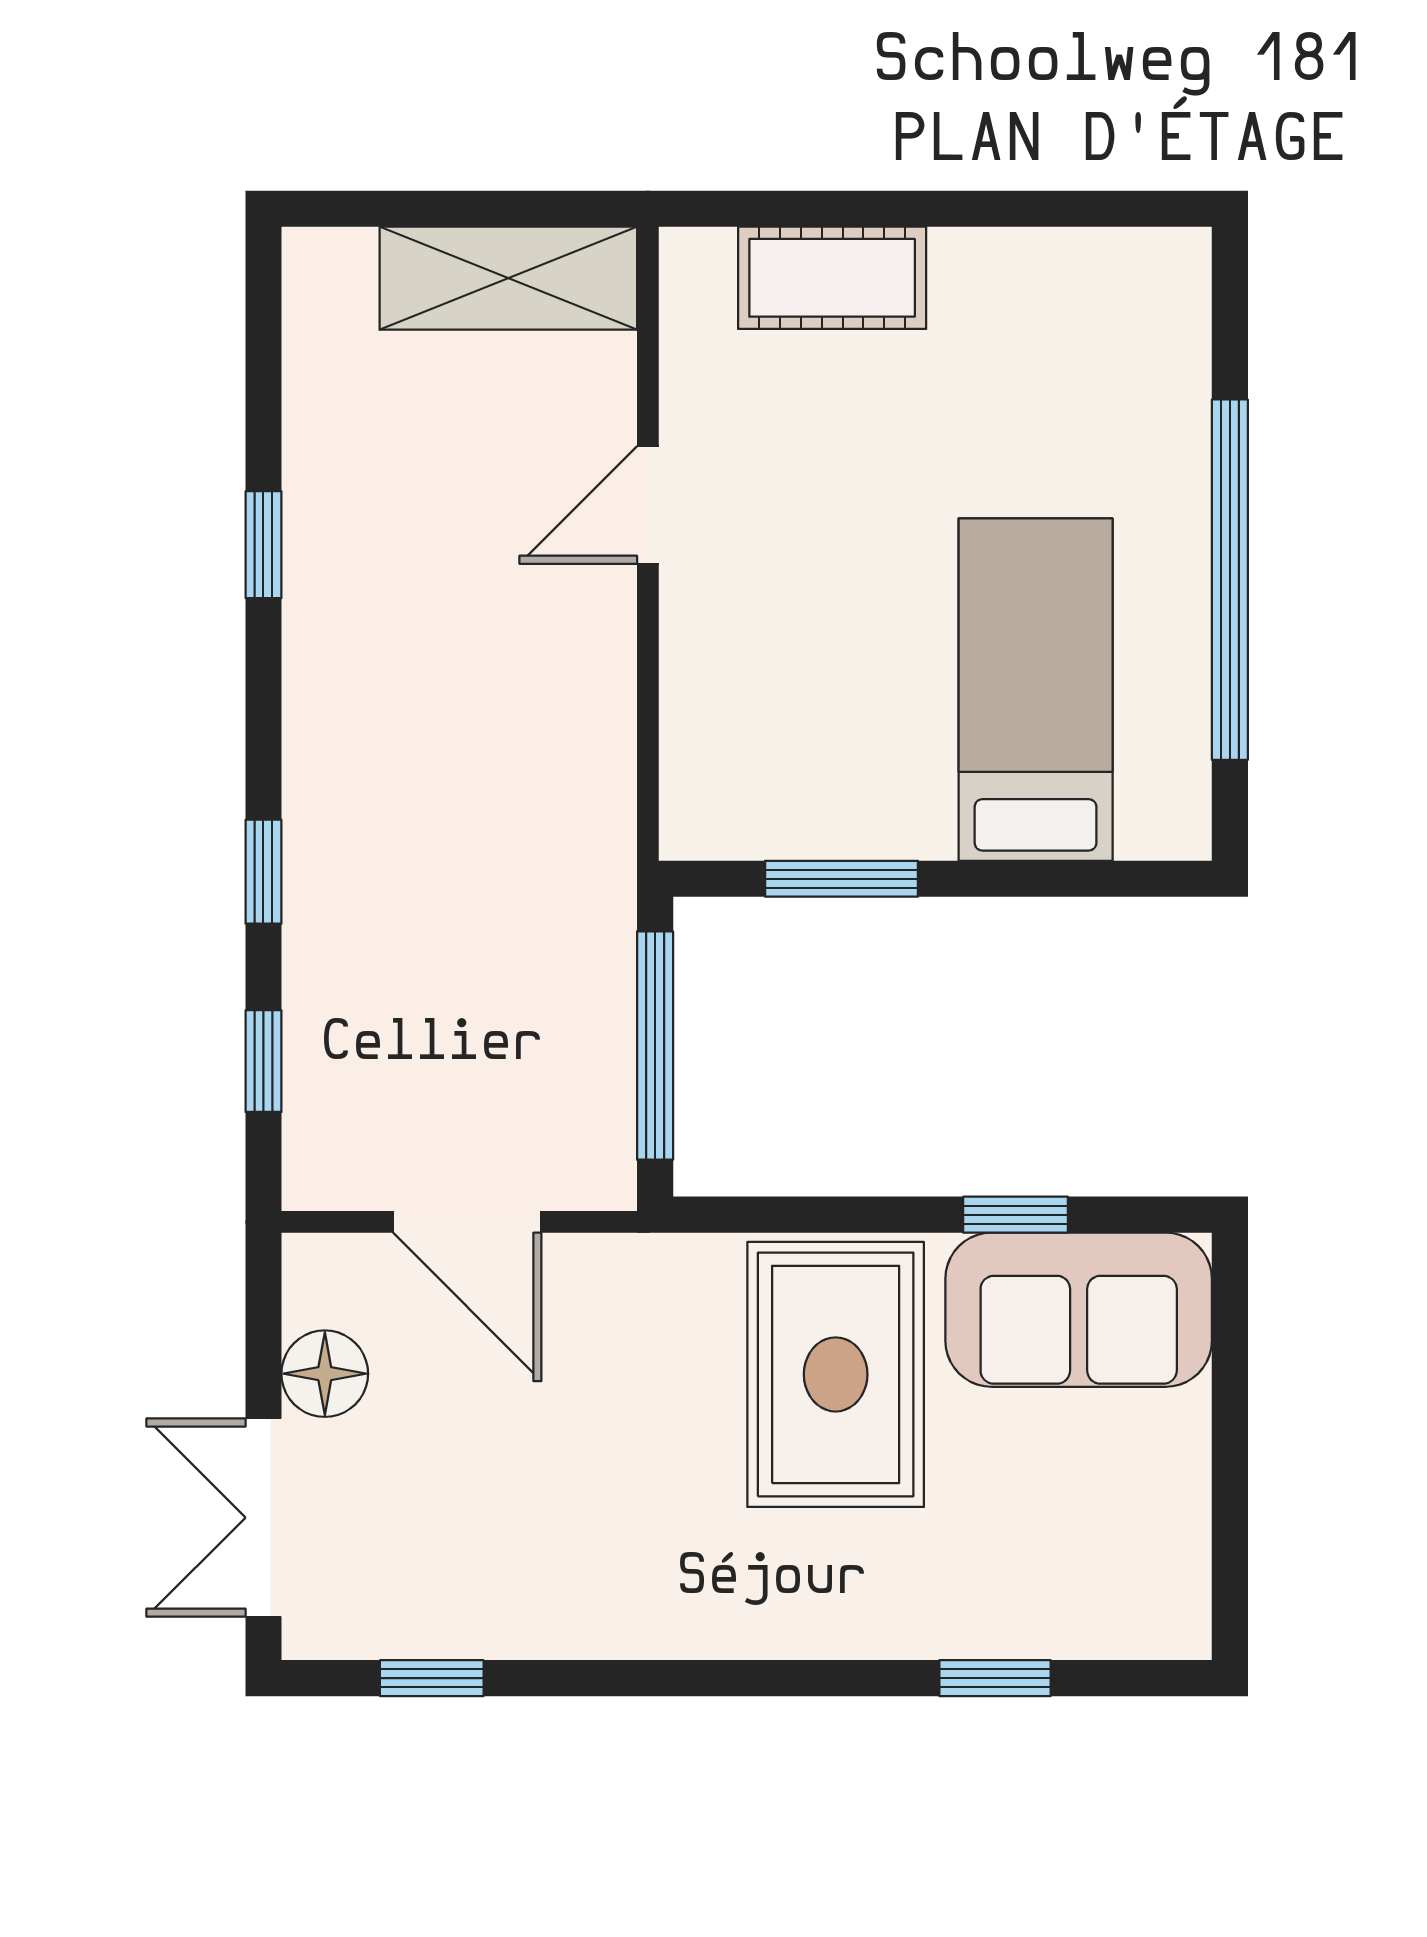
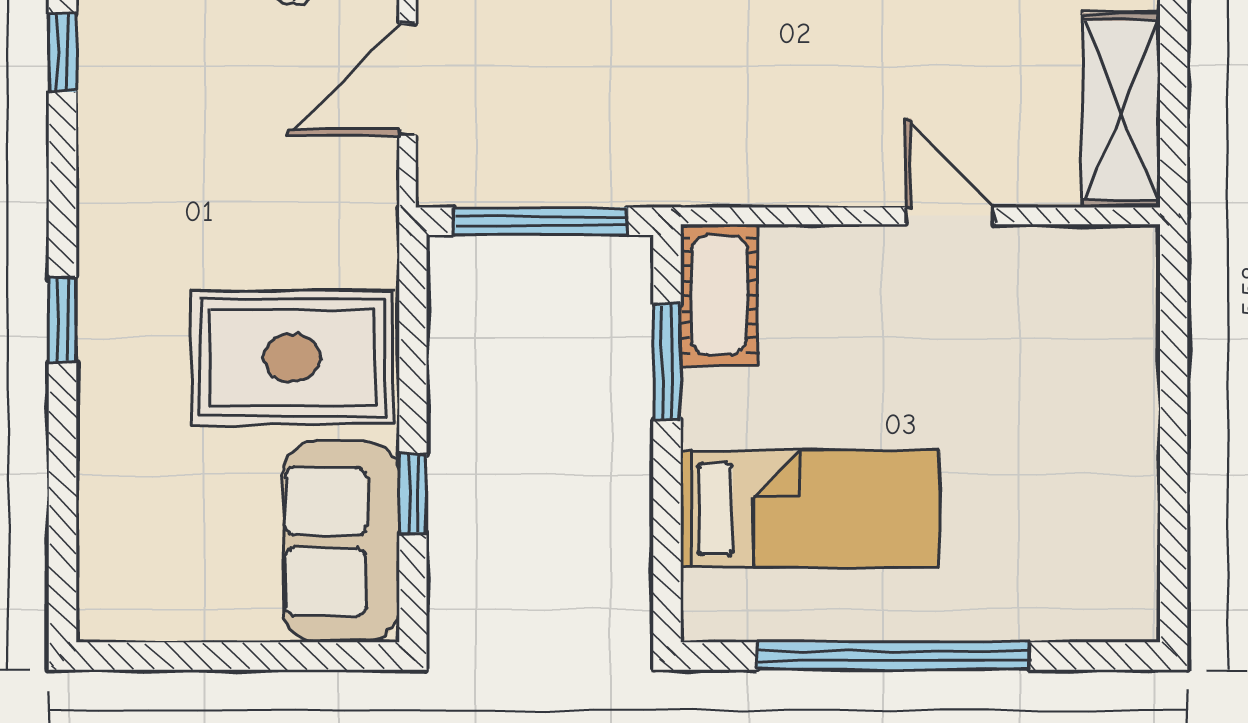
cot: (832, 278) -> (719, 295), moved
window: (995, 1678) -> (62, 320), moved

